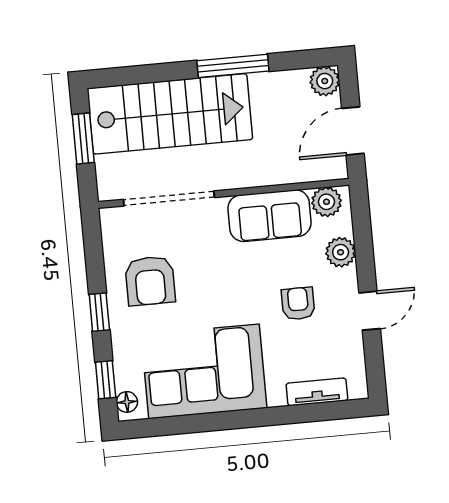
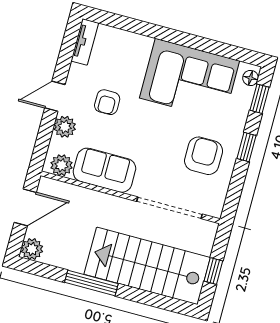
window: (83, 139) -> (213, 271), width x0.67
door: (370, 311) -> (55, 96), moved
tv unit: (317, 392) -> (85, 42), moved, turned -90

